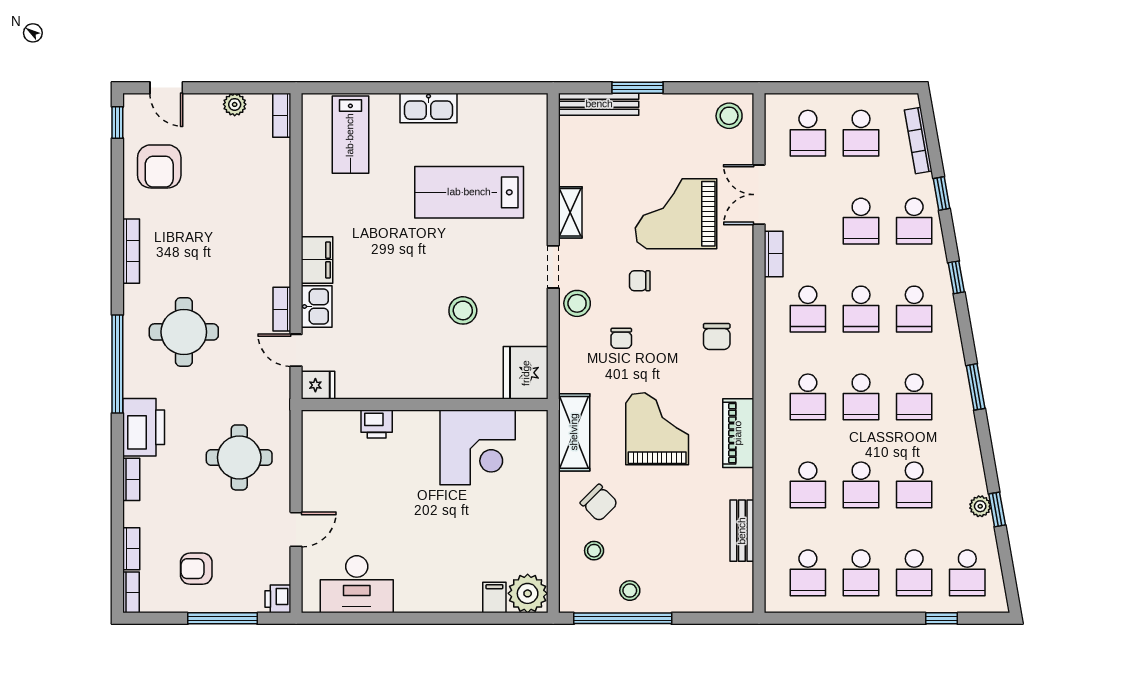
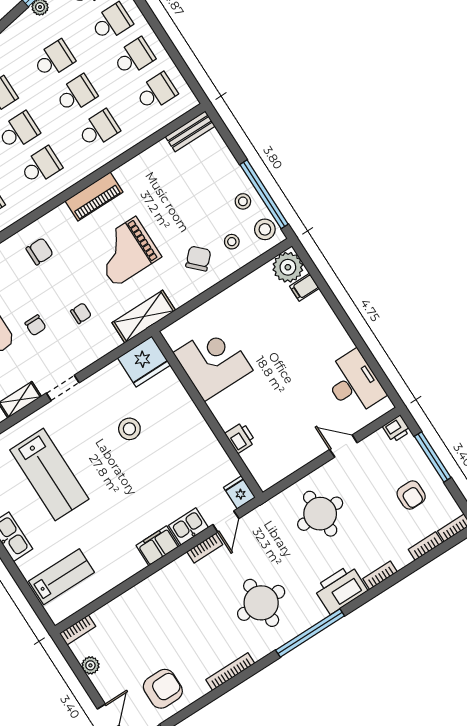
stool: (577, 303) -> (265, 229), moved
shelving: (574, 432) -> (144, 317), moved
bench: (742, 531) -> (190, 131), moved

